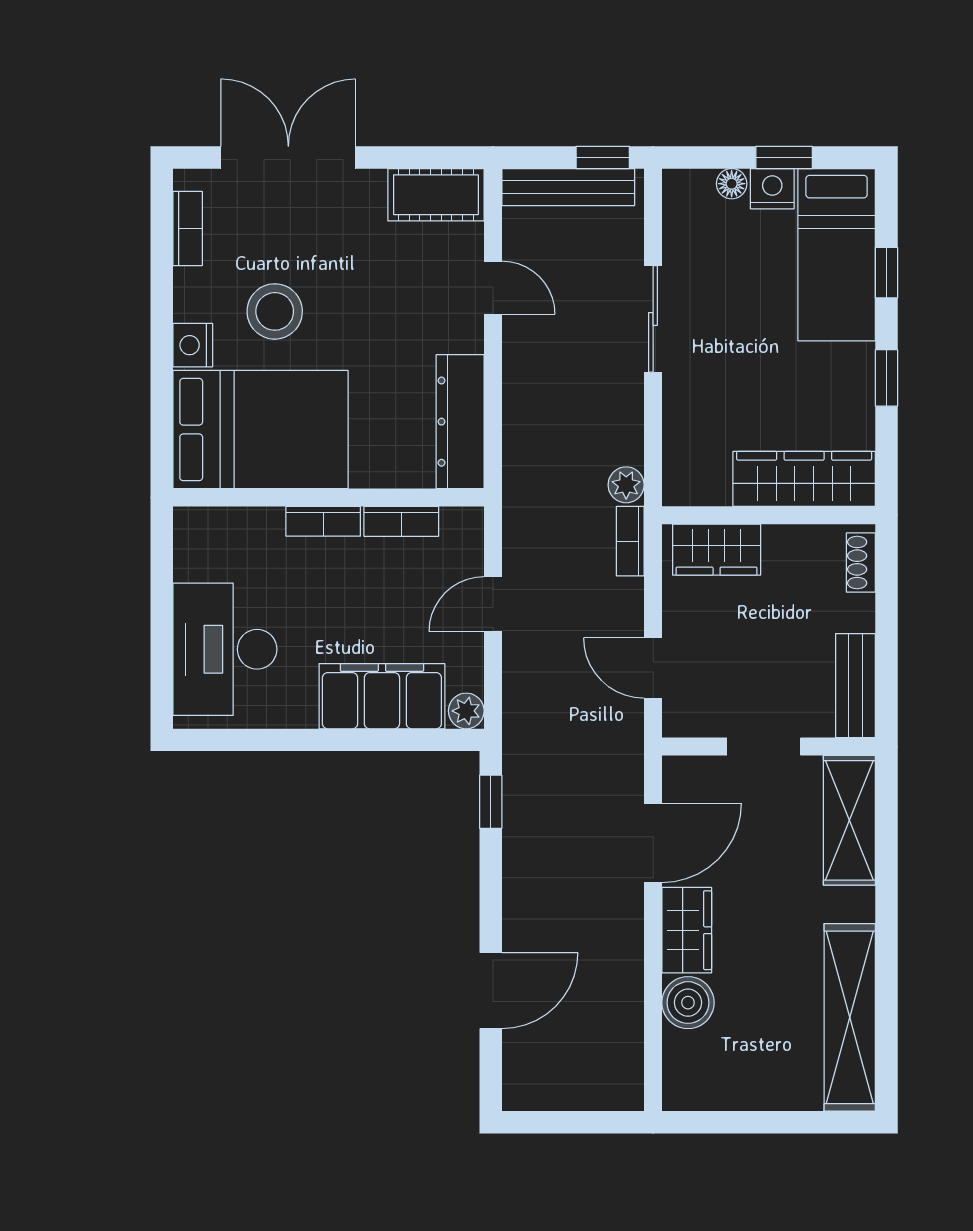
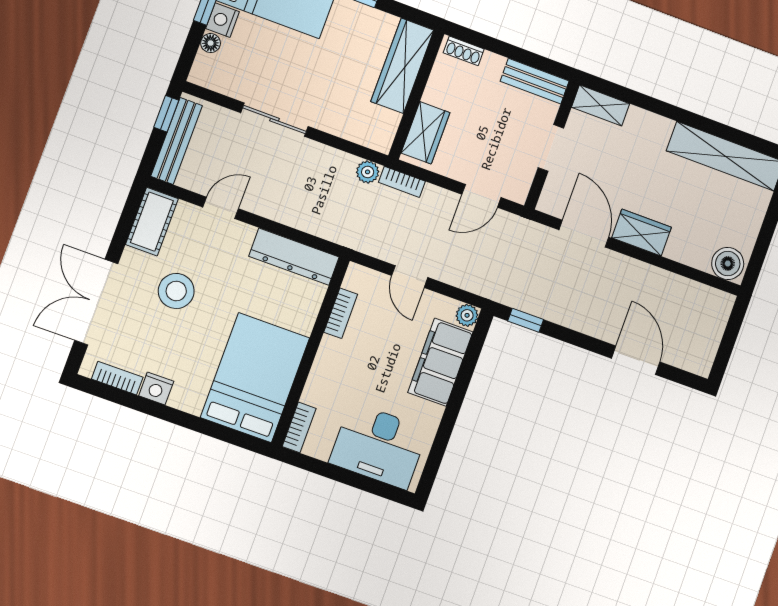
stool: (275, 311) -> (176, 291), moved
nightstand: (193, 345) -> (156, 389), moved
bookcase: (323, 521) -> (299, 427), moved
shelving: (849, 820) -> (601, 105), width x0.67, depth x0.75
boiler: (688, 1003) -> (728, 264), moved

